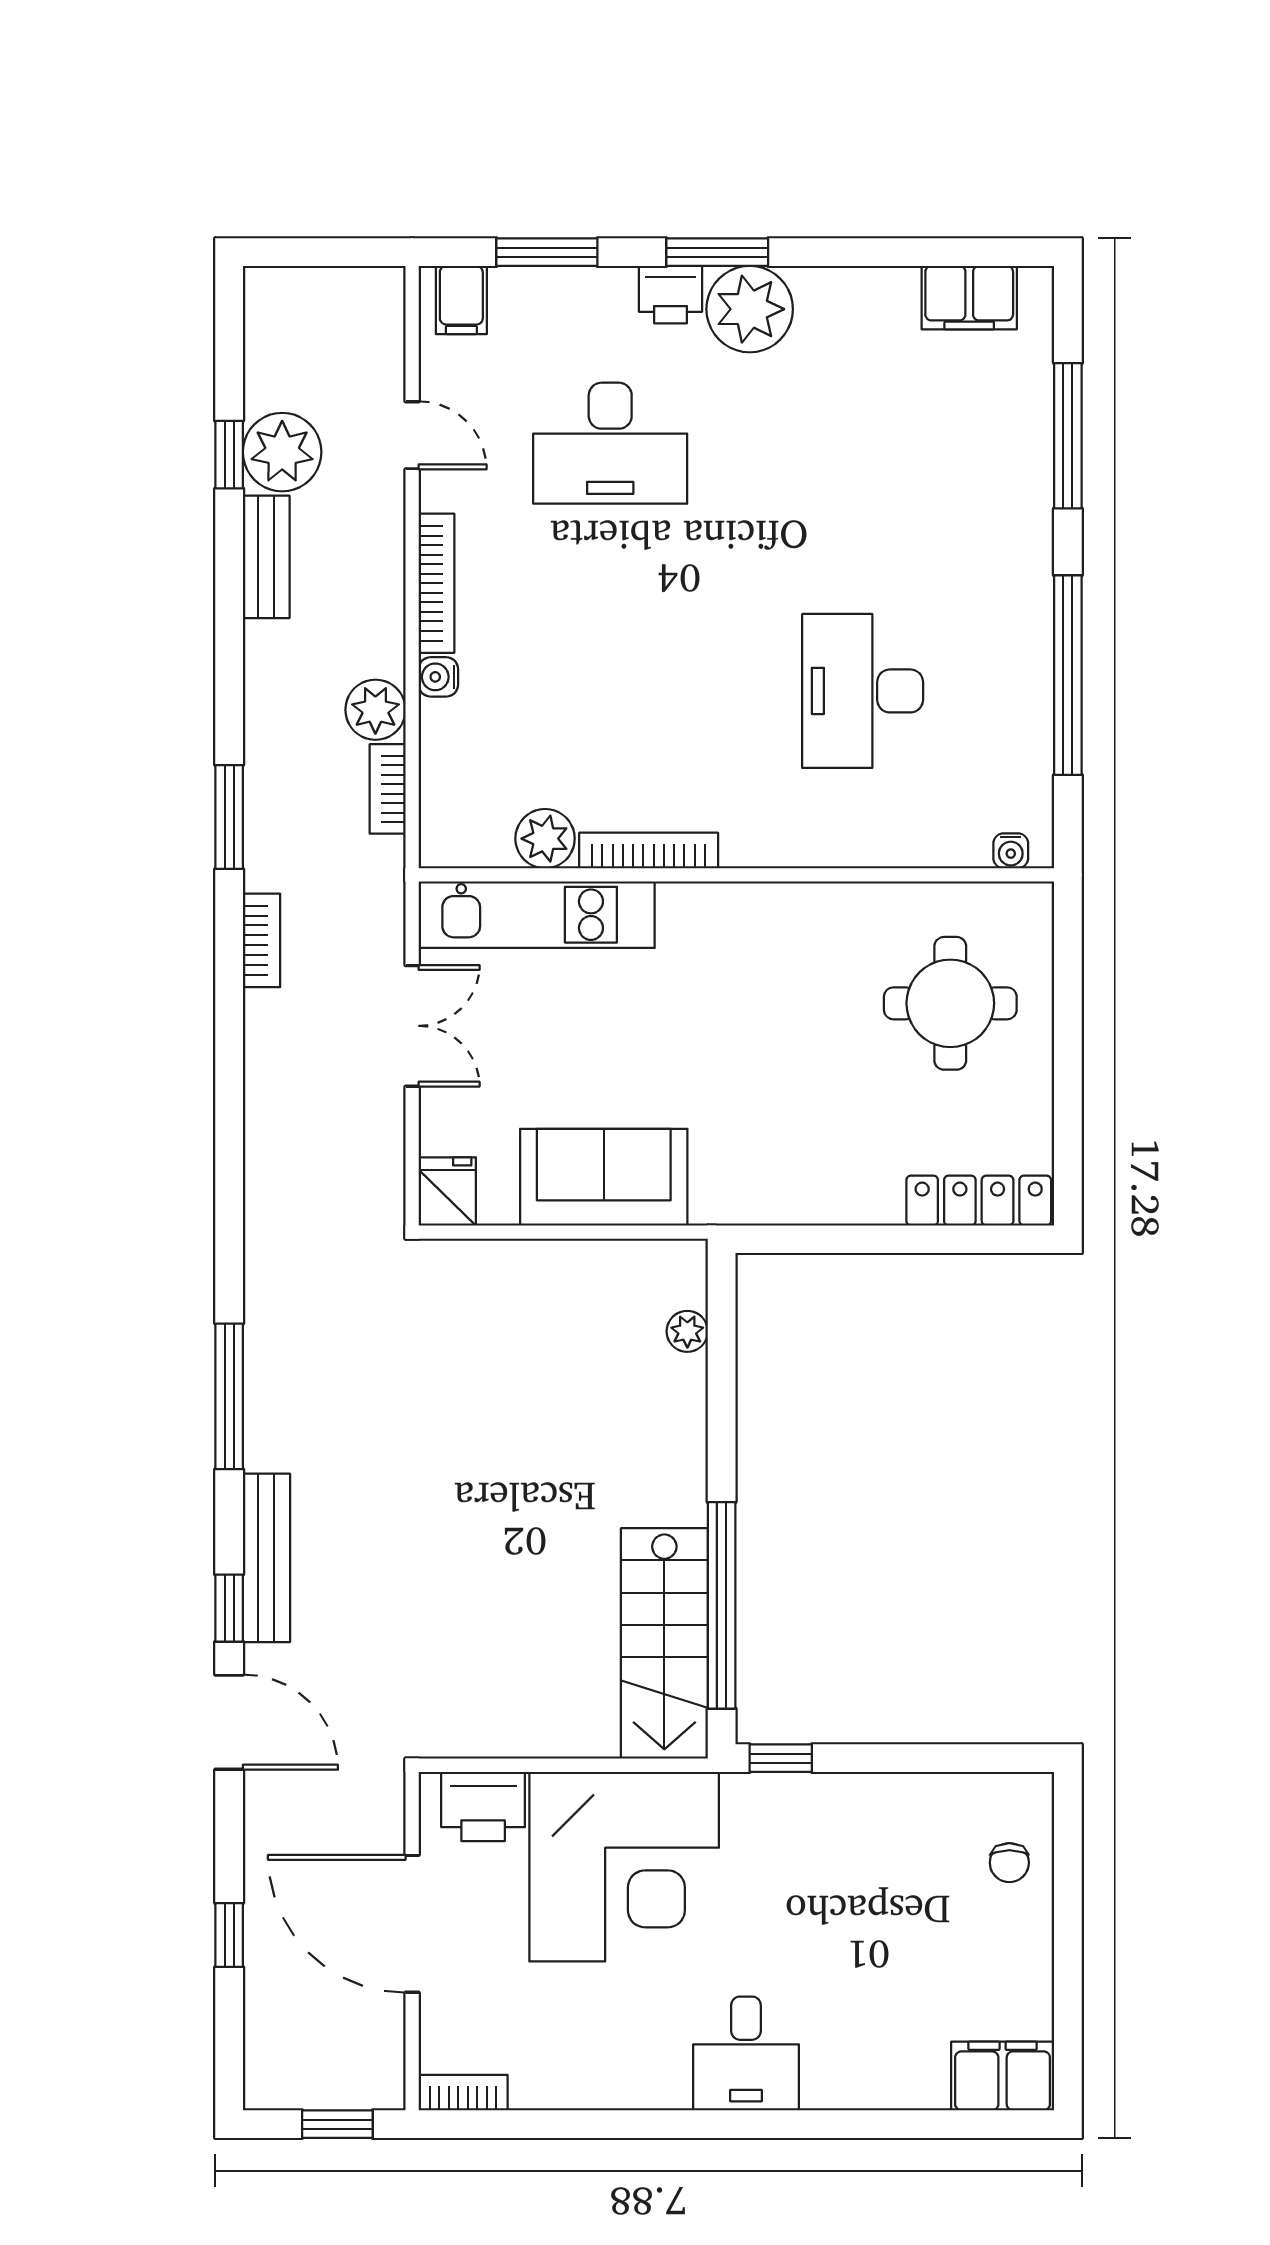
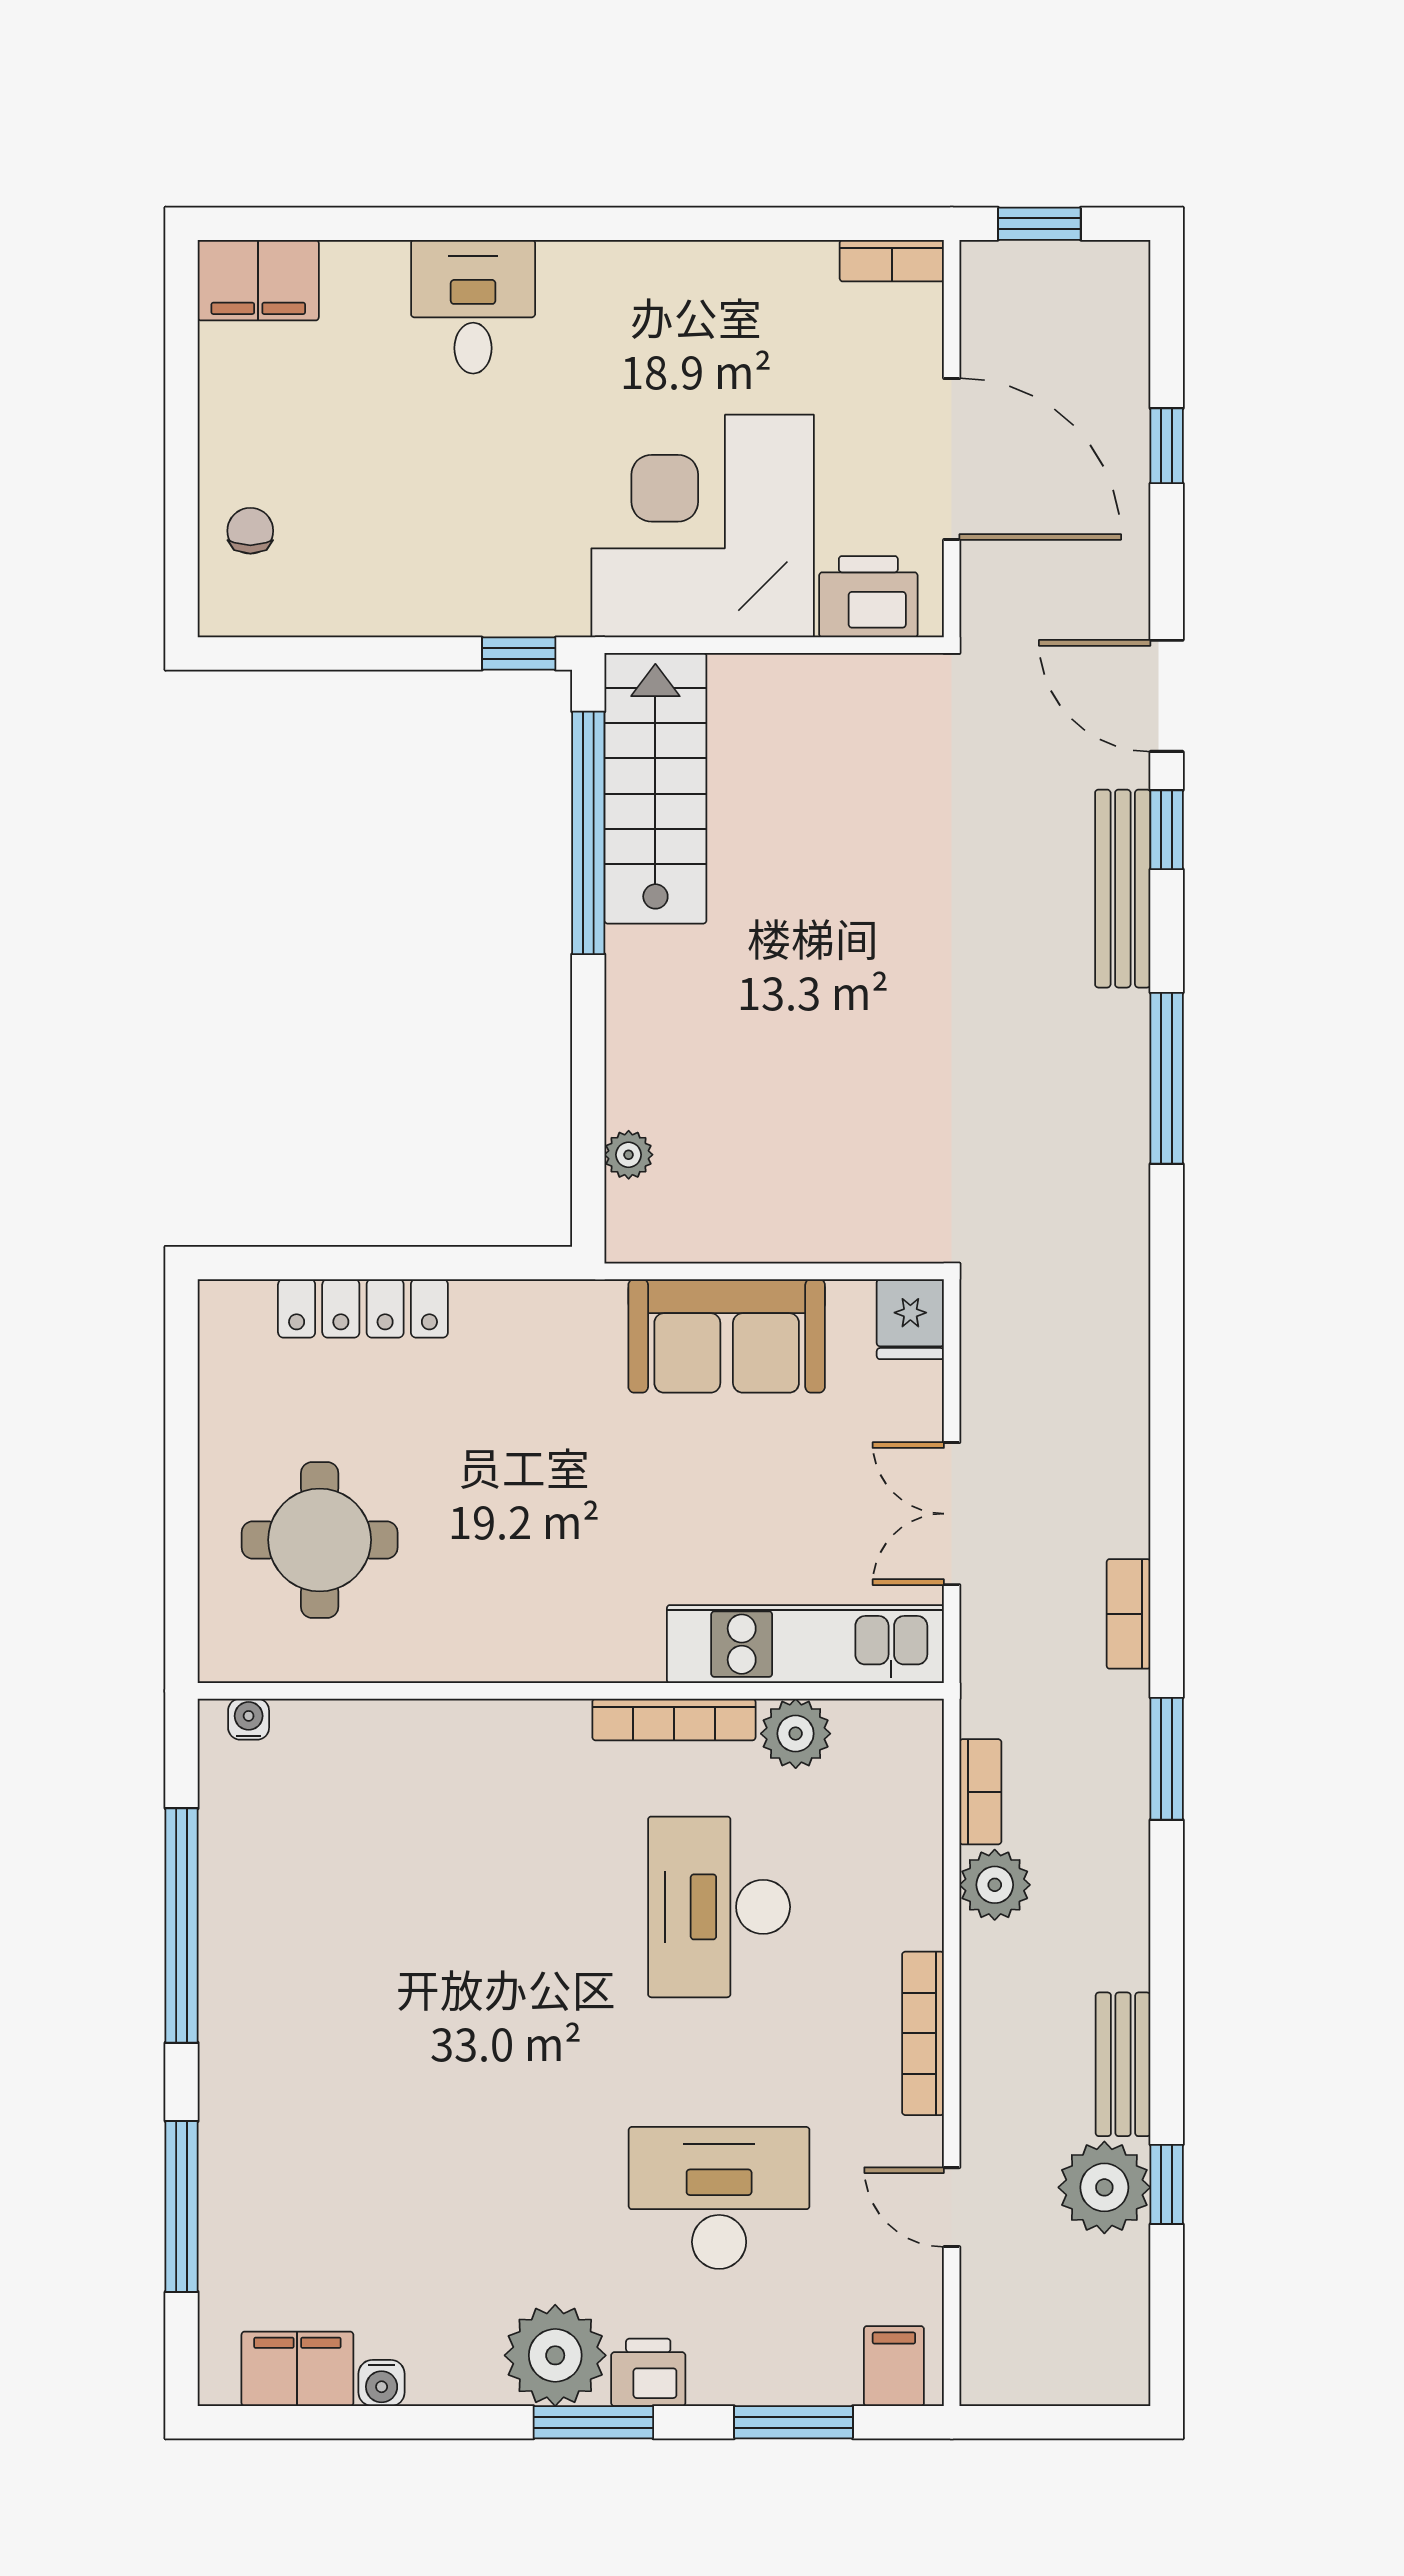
water cooler: (438, 677) -> (382, 2383), moved, turned 90
desk: (863, 691) -> (719, 1907), moved, turned 180
locker: (979, 1201) -> (363, 1308), moved
desk: (746, 2053) -> (473, 307), moved

